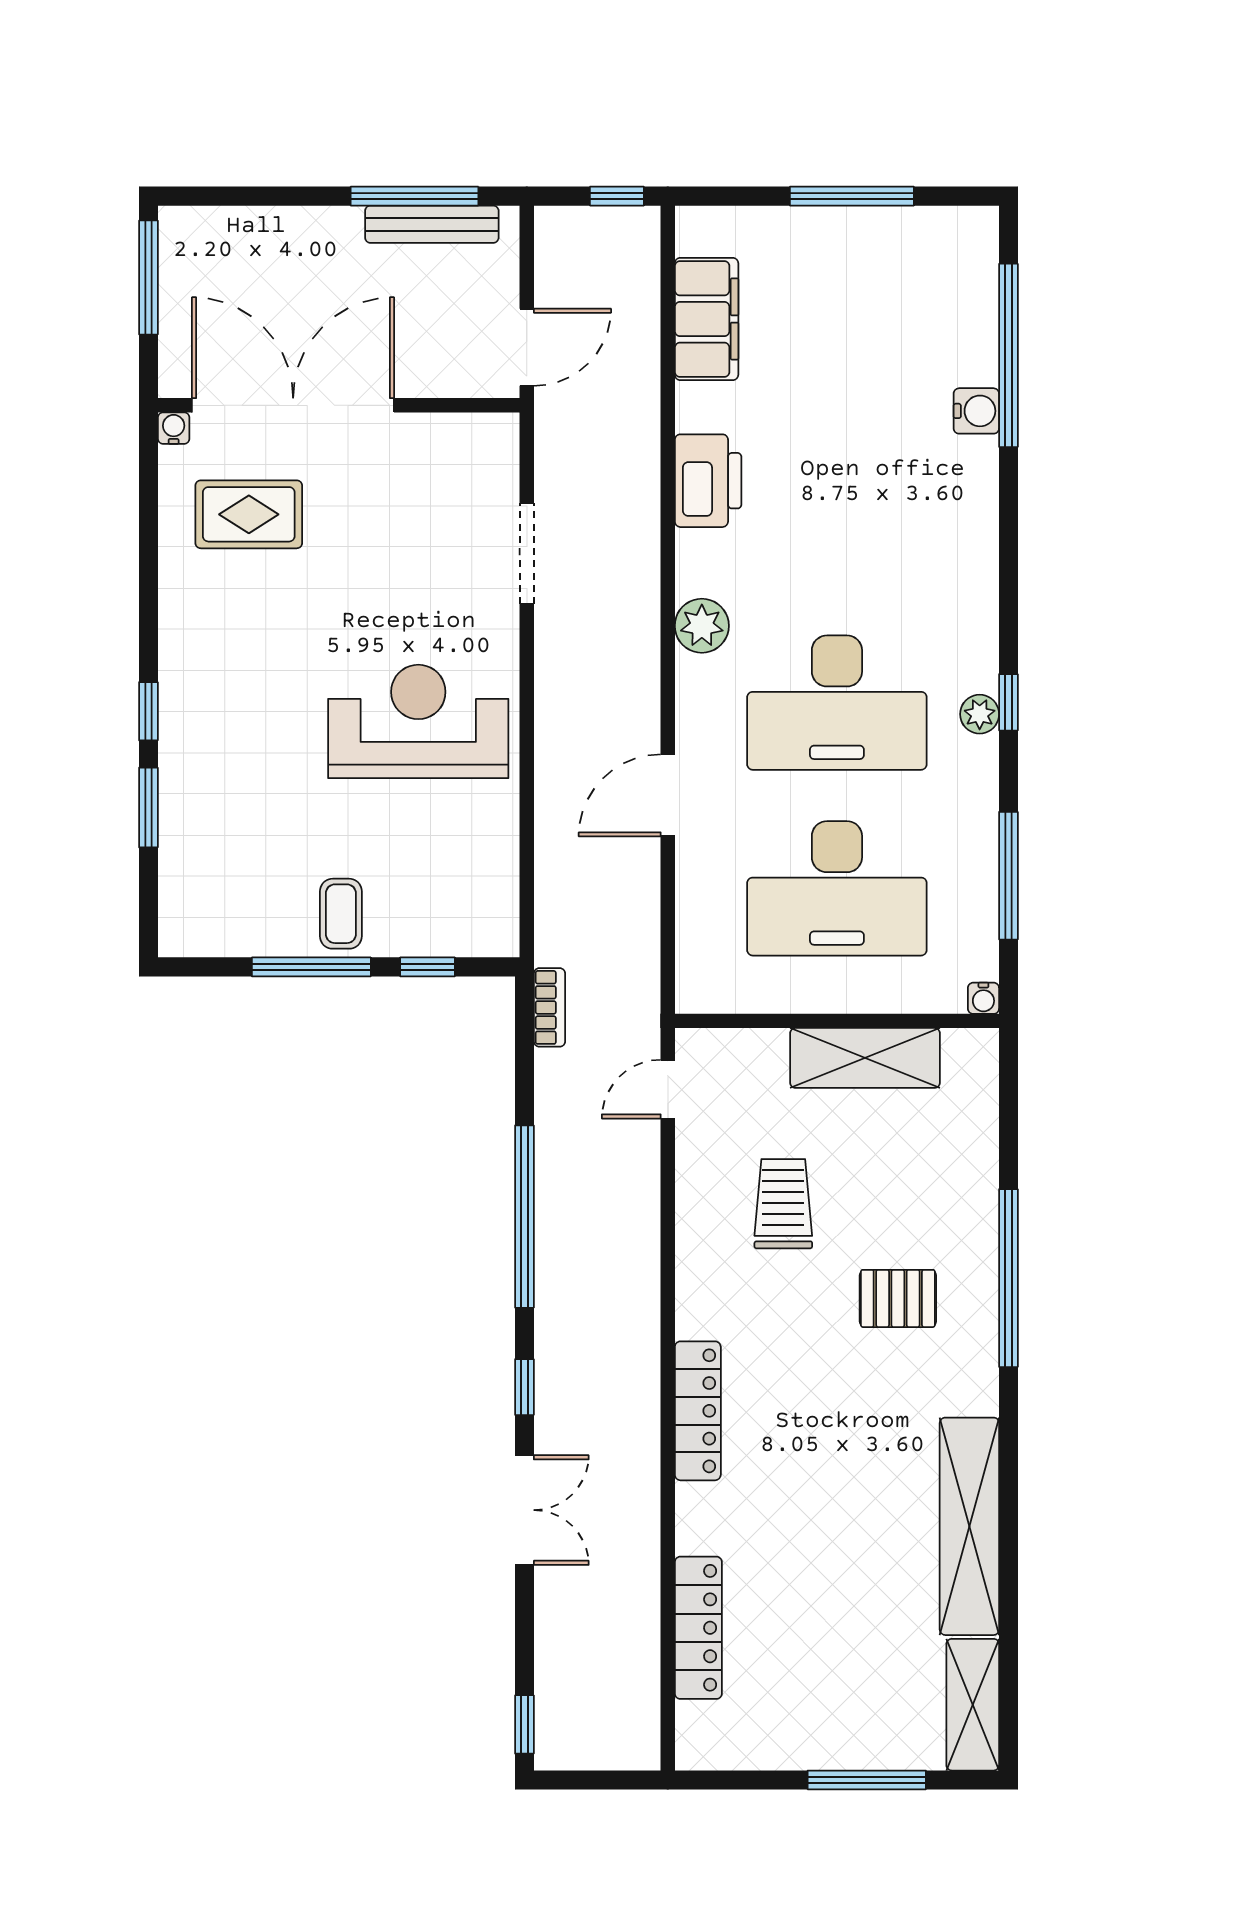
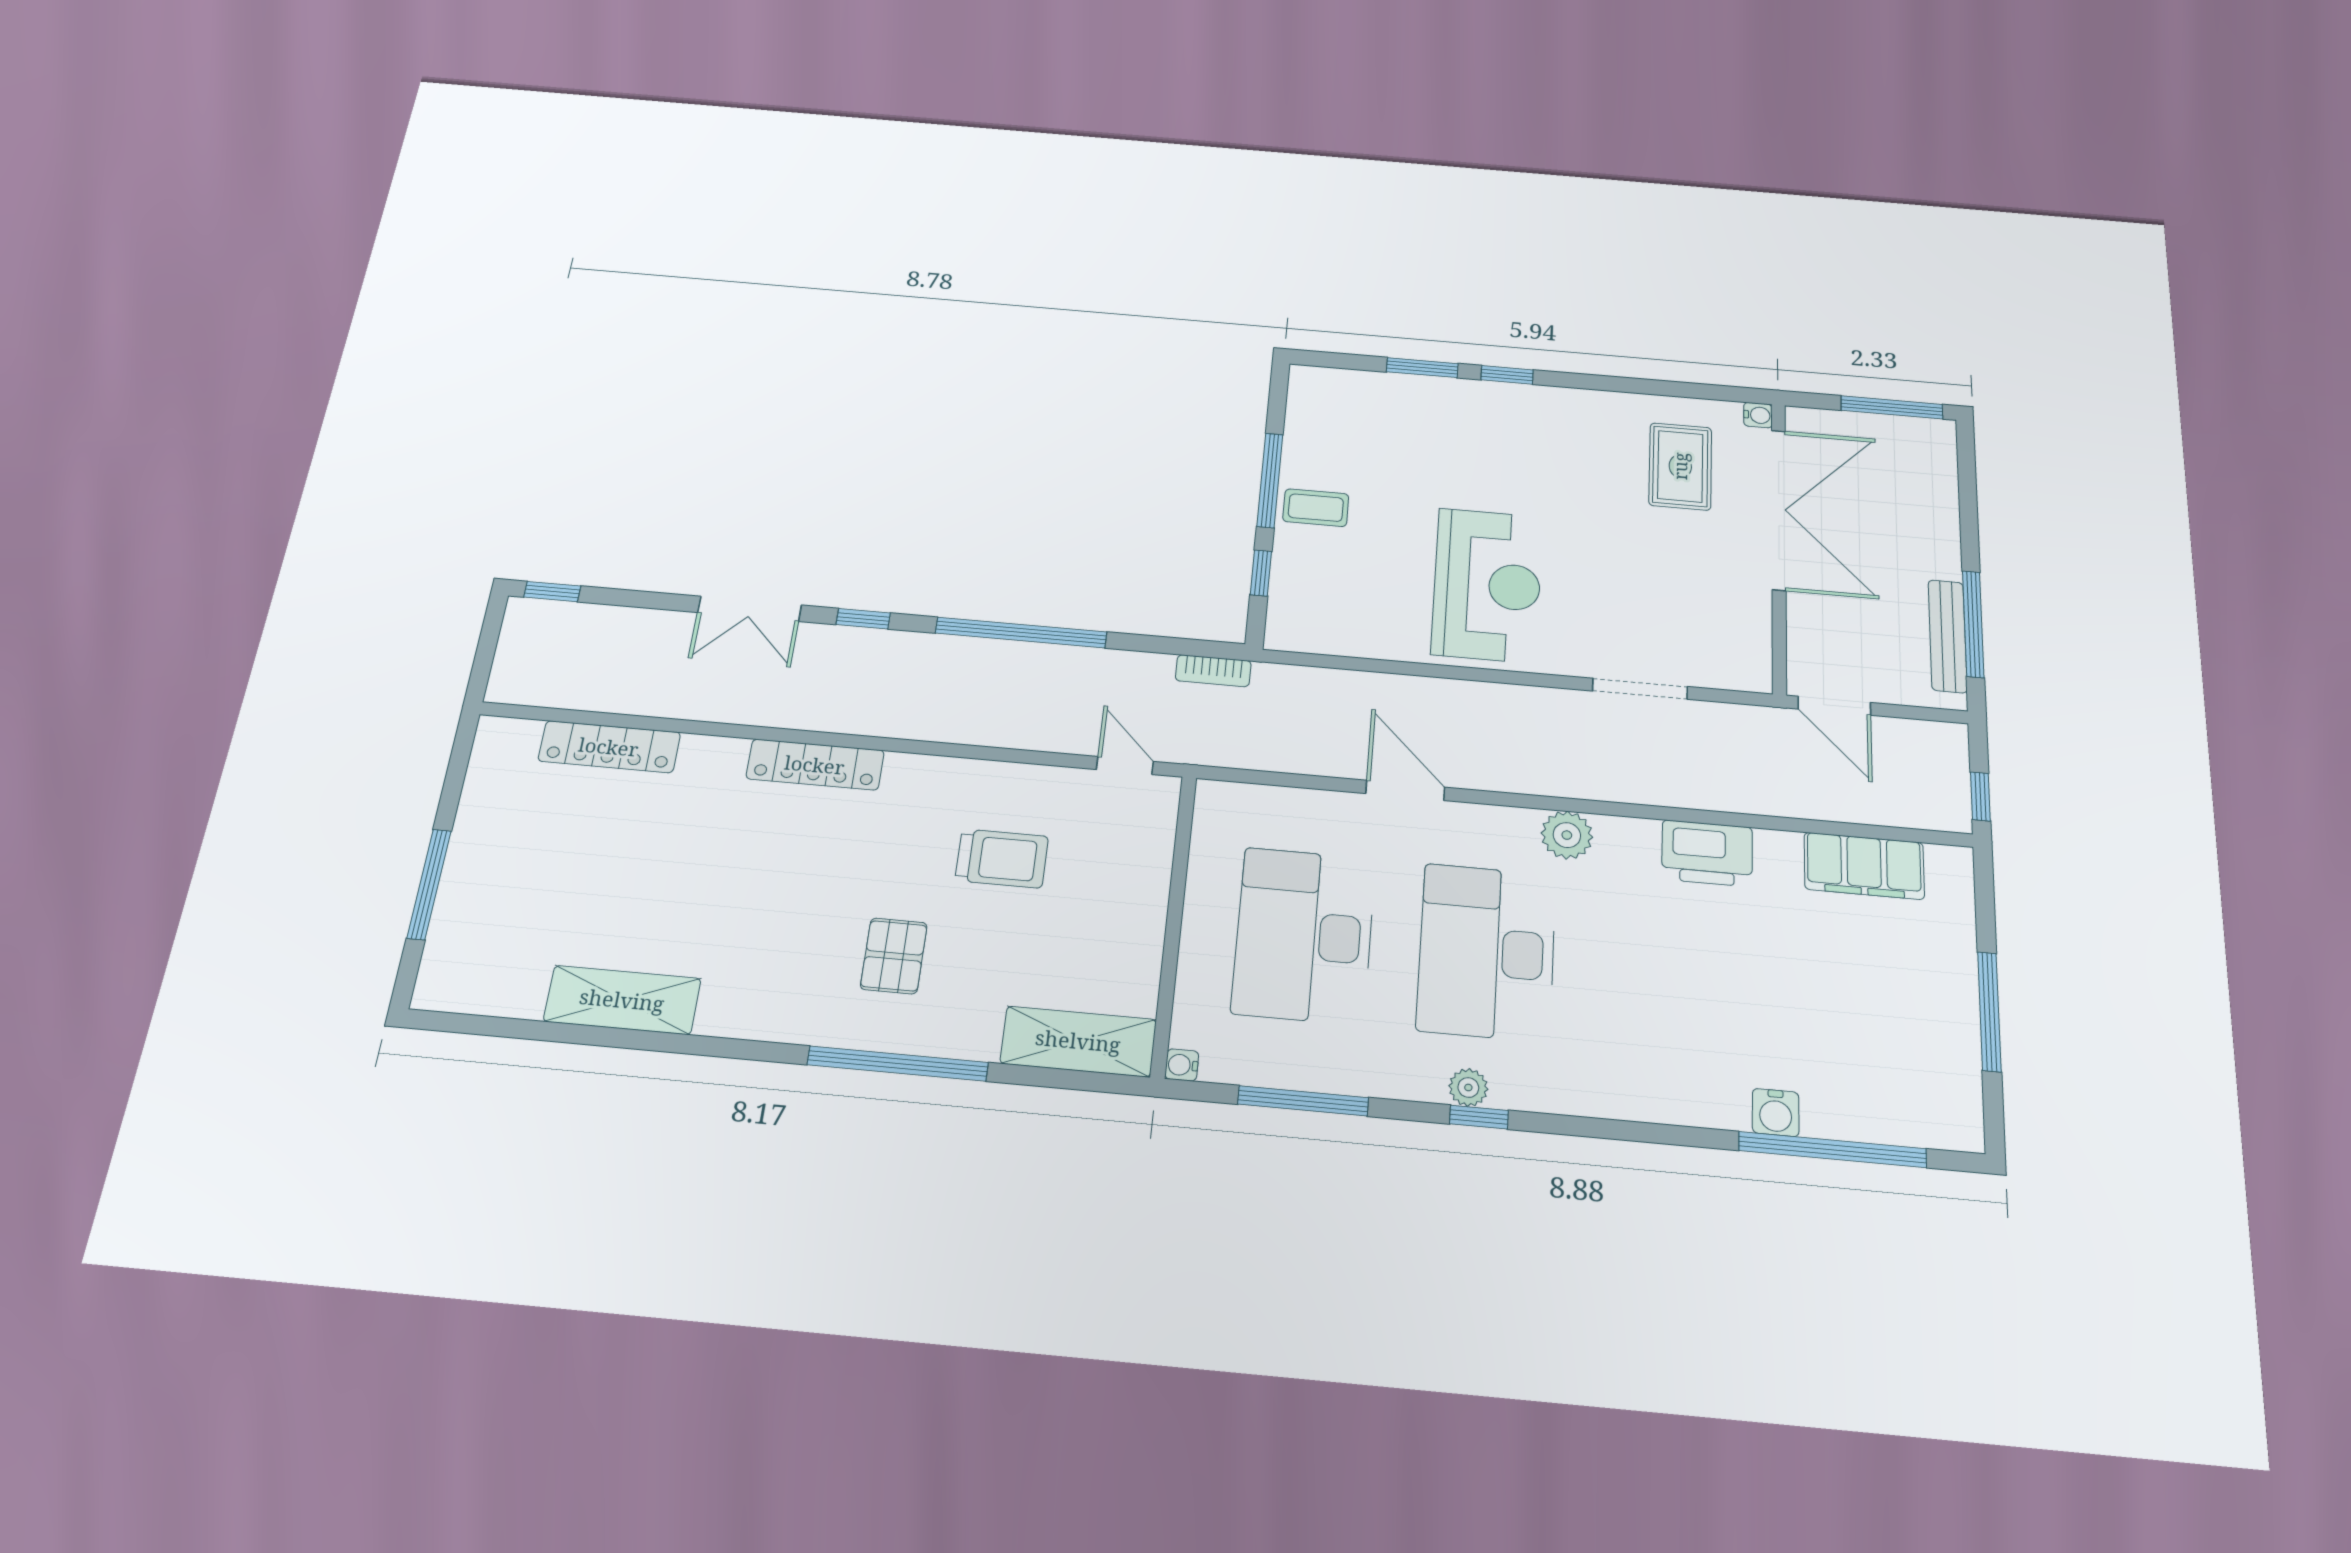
shelving: (865, 1058) -> (1078, 1041), moved, turned 90
shelving: (969, 1526) -> (622, 1000), width x0.68
shelving: (973, 1705) -> (479, 990), removed

